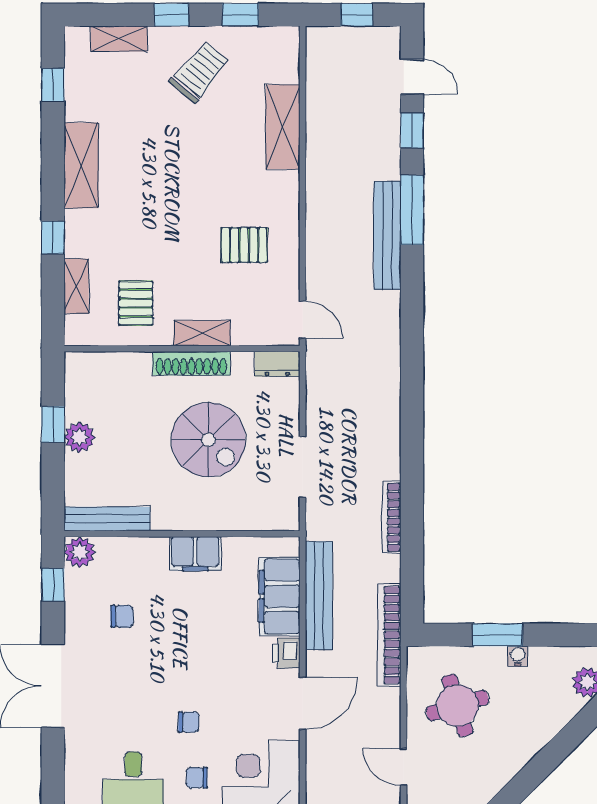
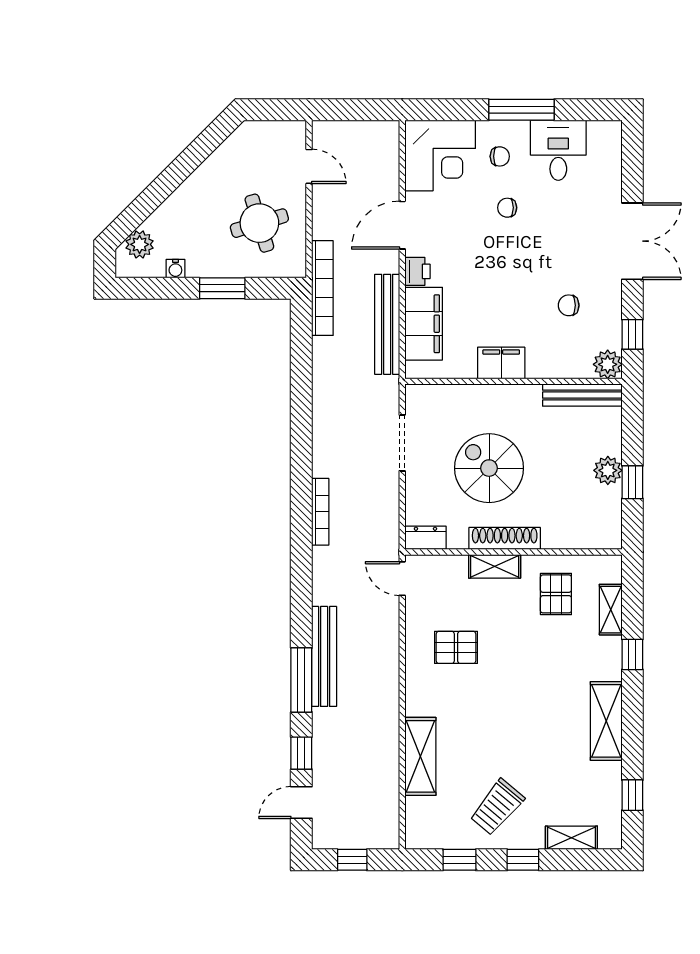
door: (412, 77) -> (301, 803), hinge flipped
bookcase: (391, 517) -> (320, 512), moved
water cooler: (518, 656) -> (175, 269), moved

